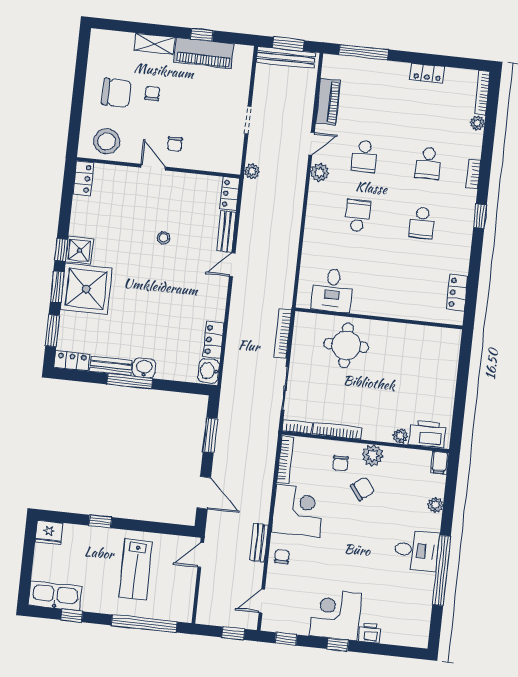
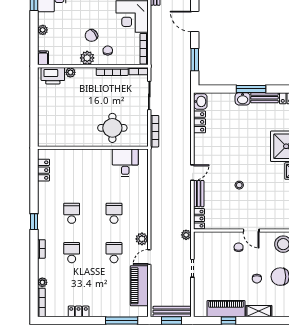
piano: (328, 102) -> (139, 286), width x1.37, depth x1.33
school desk: (358, 216) -> (114, 213), turned 180

